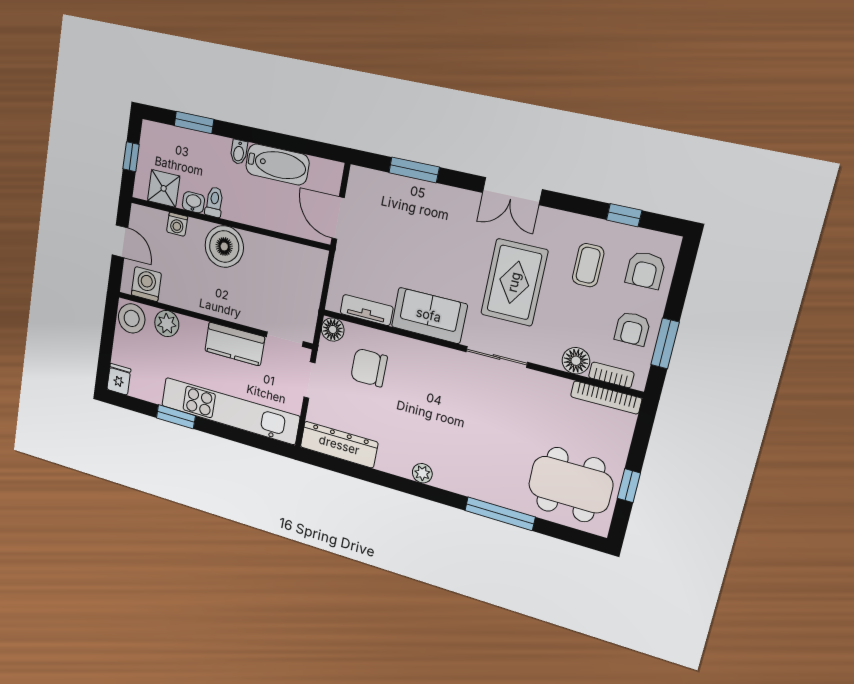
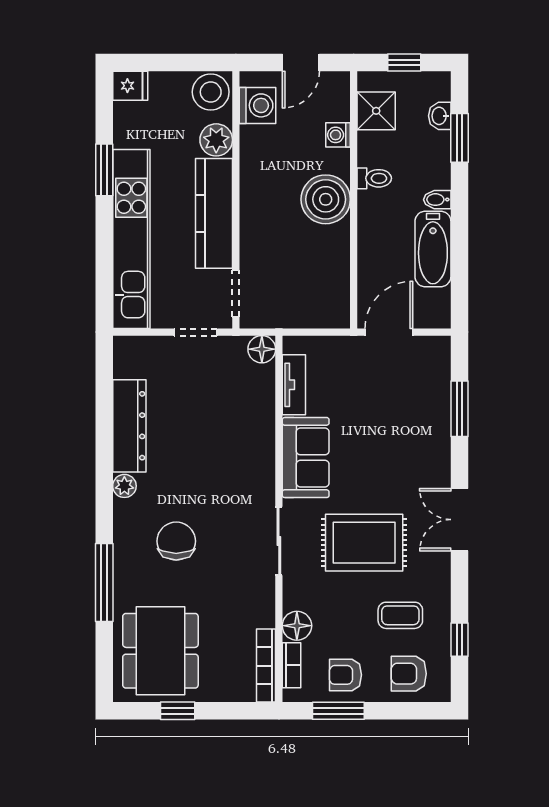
washbasin: (193, 202) -> (440, 116), moved, turned 180
kitchen counter: (235, 344) -> (214, 213), width x1.50
chair: (369, 368) -> (176, 541), moved
dresser: (339, 445) -> (129, 426), moved

